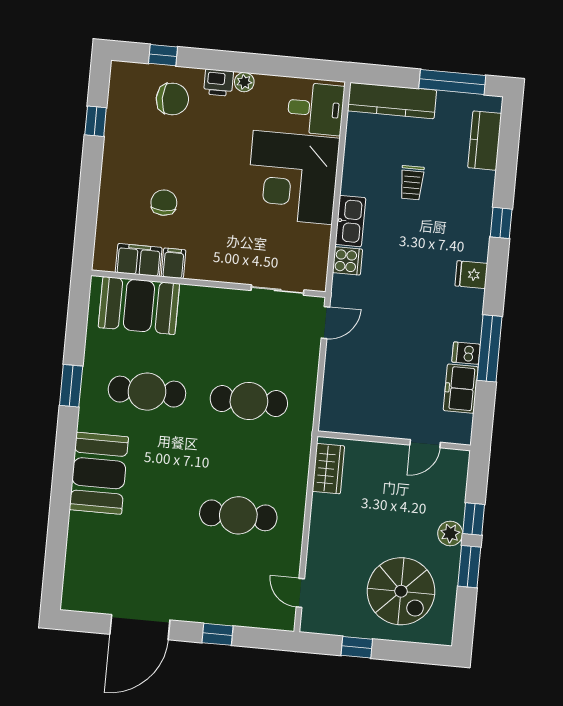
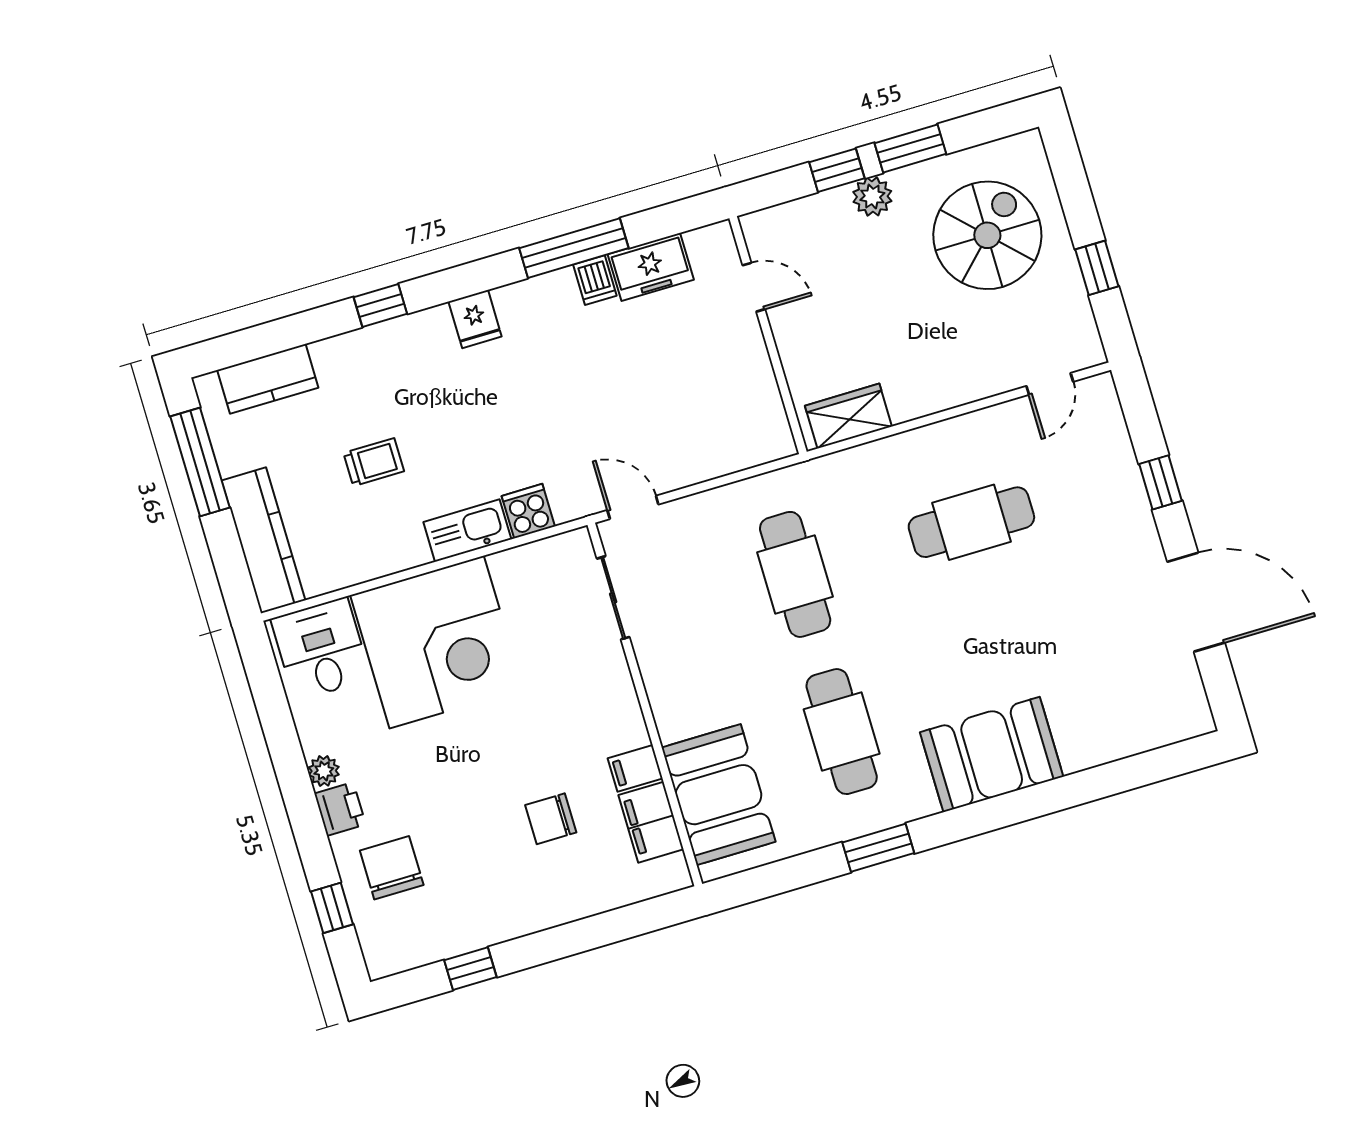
cafe table: (238, 515) -> (971, 522), turned 90

